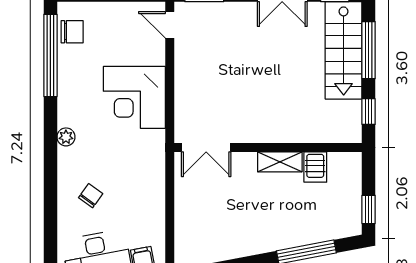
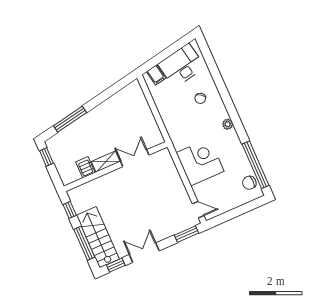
double door: (206, 147) -> (135, 158), moved

